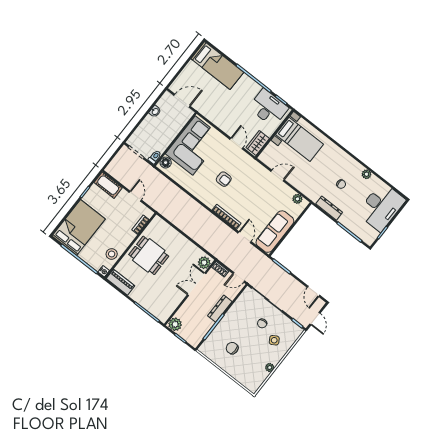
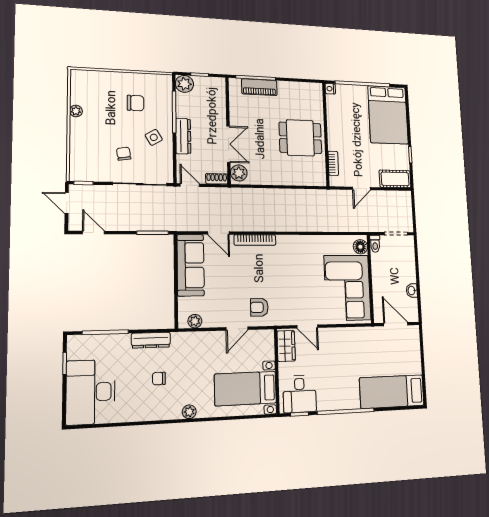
door: (182, 101) -> (396, 324), swing flipped
desk: (268, 108) -> (300, 394), width x0.73
plant: (366, 174) -> (189, 412), moved
armchair: (224, 179) -> (259, 307), moved
door: (135, 196) -> (361, 188), hinge flipped
stool: (112, 254) -> (337, 112), removed
door: (239, 277) -> (190, 185), hinge flipped
piano: (121, 282) -> (259, 87), moved
plant: (175, 324) -> (184, 84), moved
side table: (274, 340) -> (154, 137), moved

